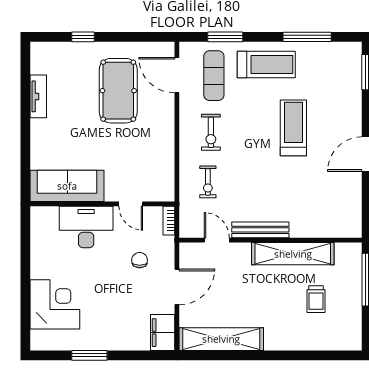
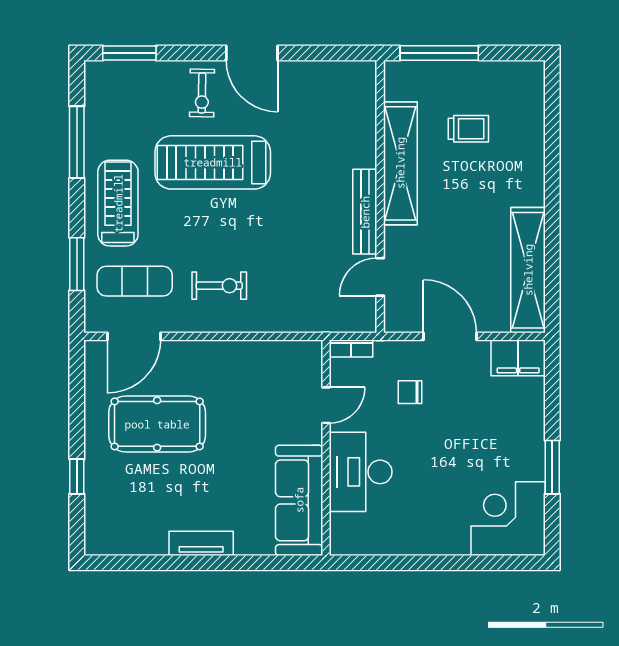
tv unit: (38, 96) -> (201, 543), moved
treadmill: (293, 128) -> (213, 162), width x1.37, depth x1.38
exercise bike: (208, 182) -> (202, 93), moved, turned 91
corner desk: (55, 304) -> (508, 519), moved

